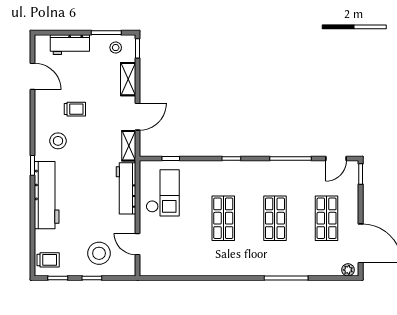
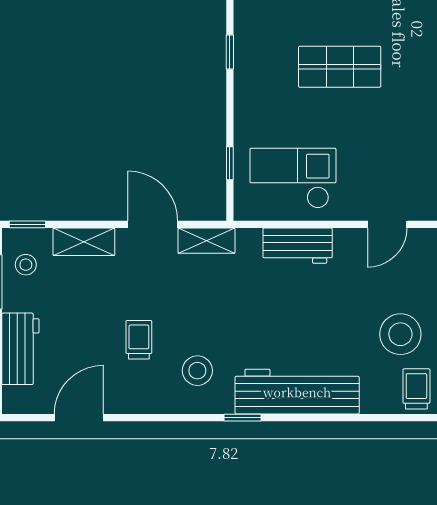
workbench: (126, 188) -> (298, 246), width x0.73
stool: (99, 253) -> (400, 334), moved

